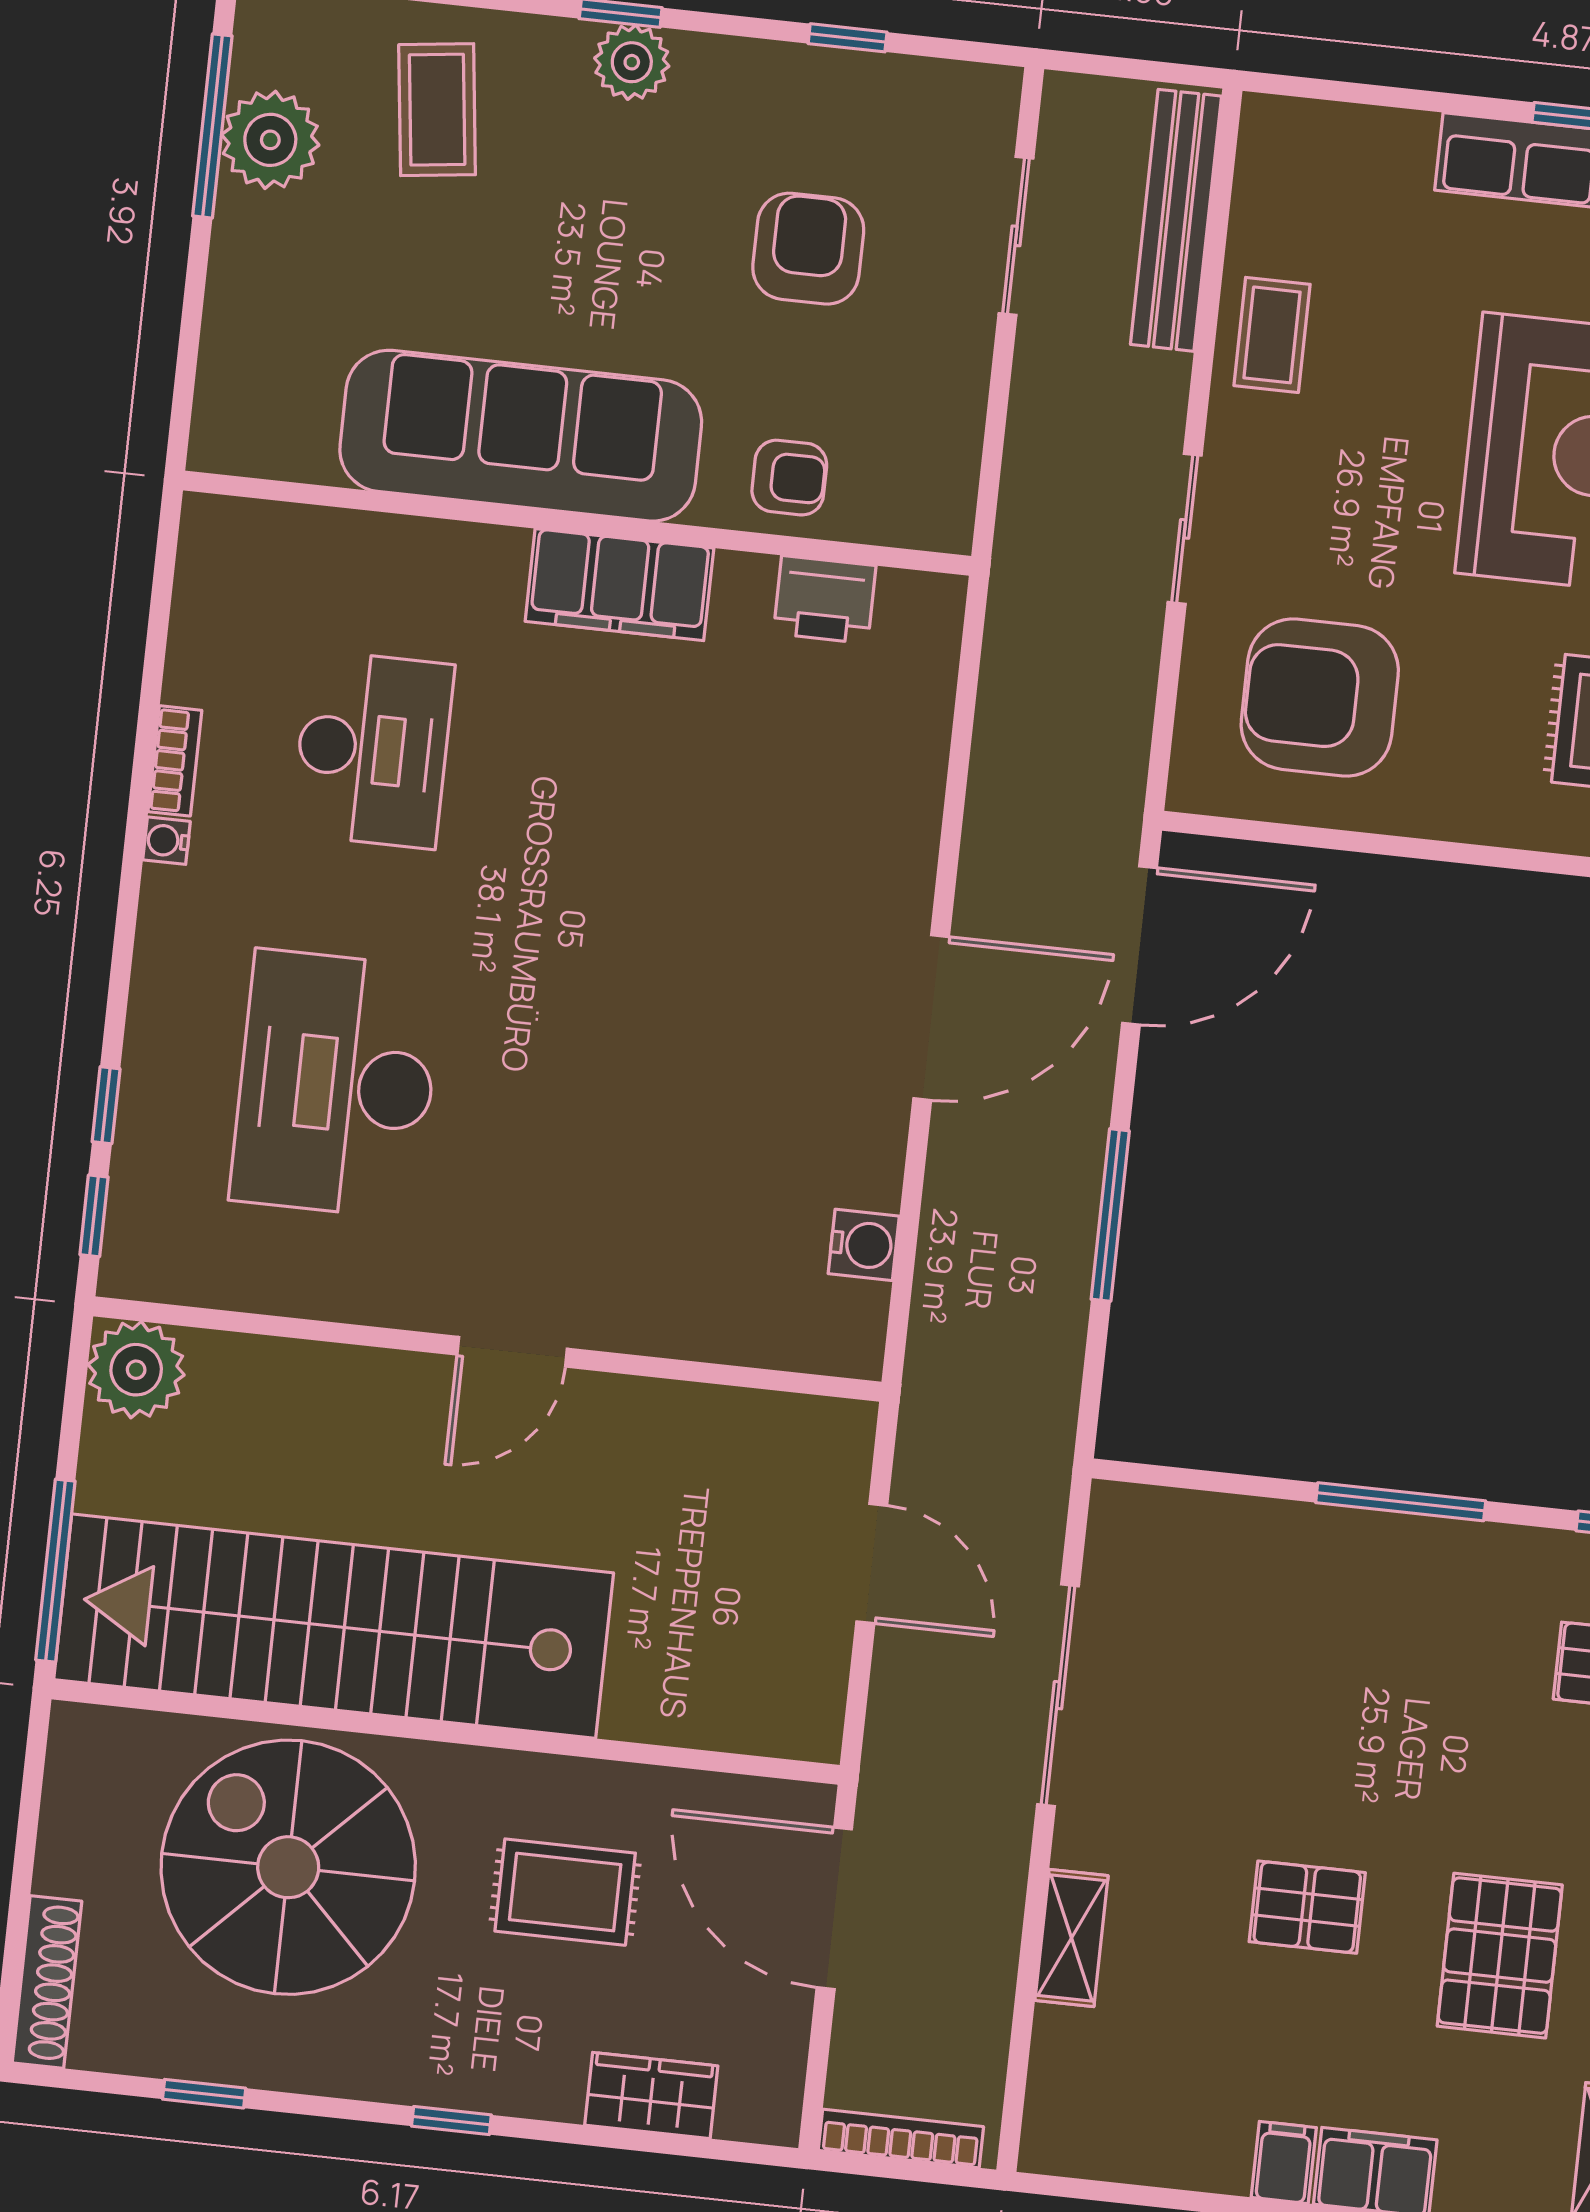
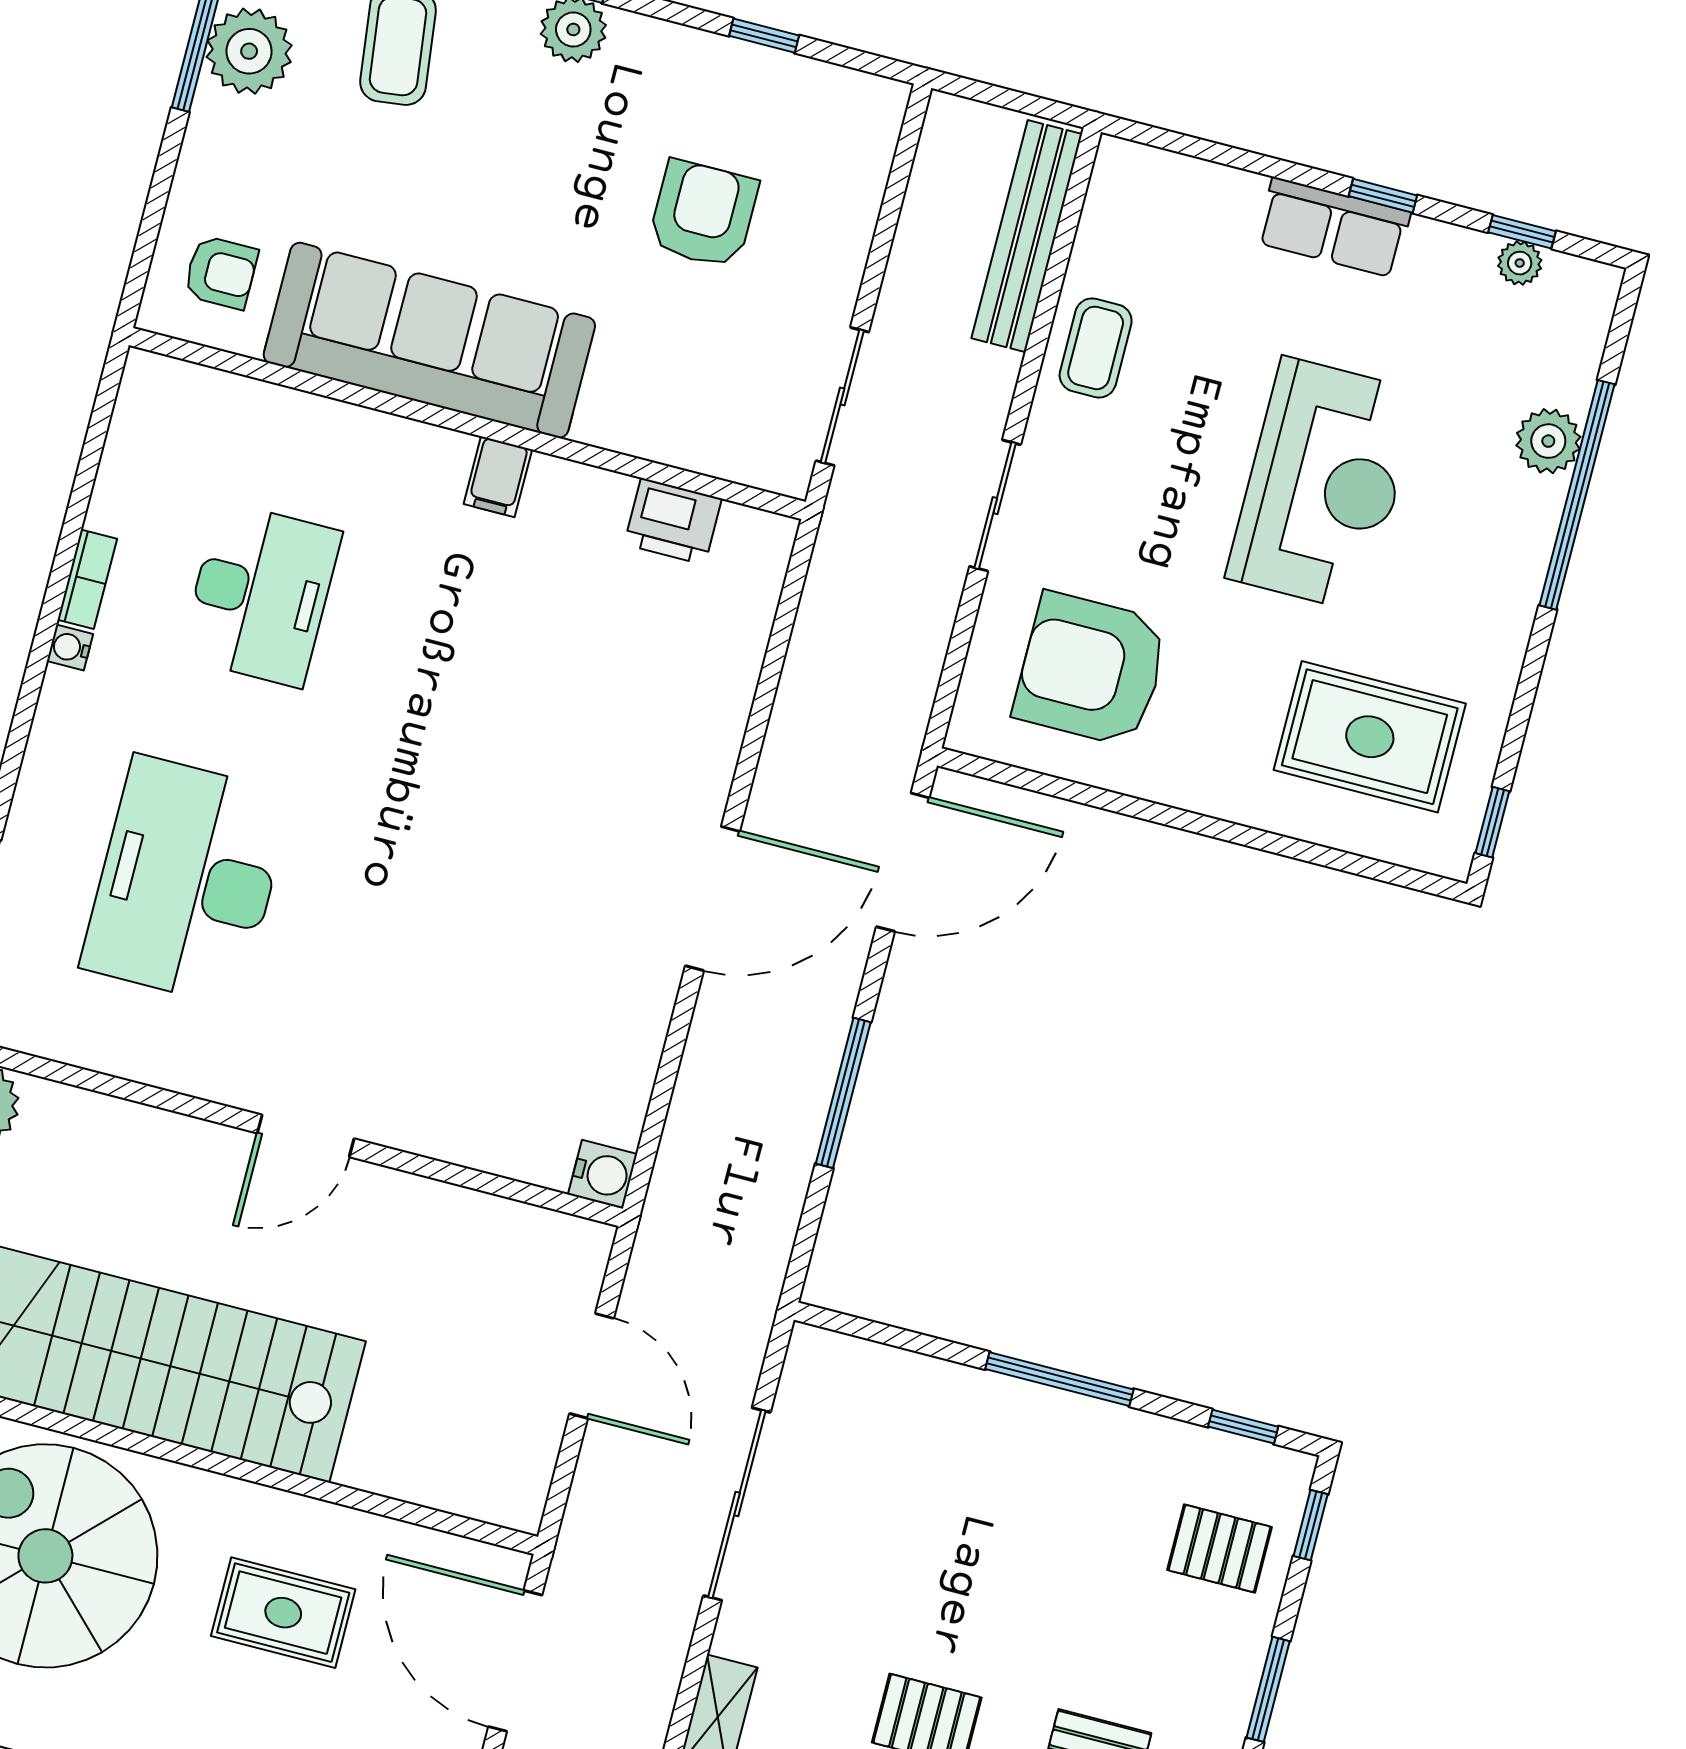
sliding door: (1016, 236) -> (842, 396), moved
armchair: (789, 478) -> (221, 272), moved
filing cabinet: (619, 585) -> (498, 477), width x0.33, depth x0.86
water cooler: (864, 1245) -> (603, 1174), moved

